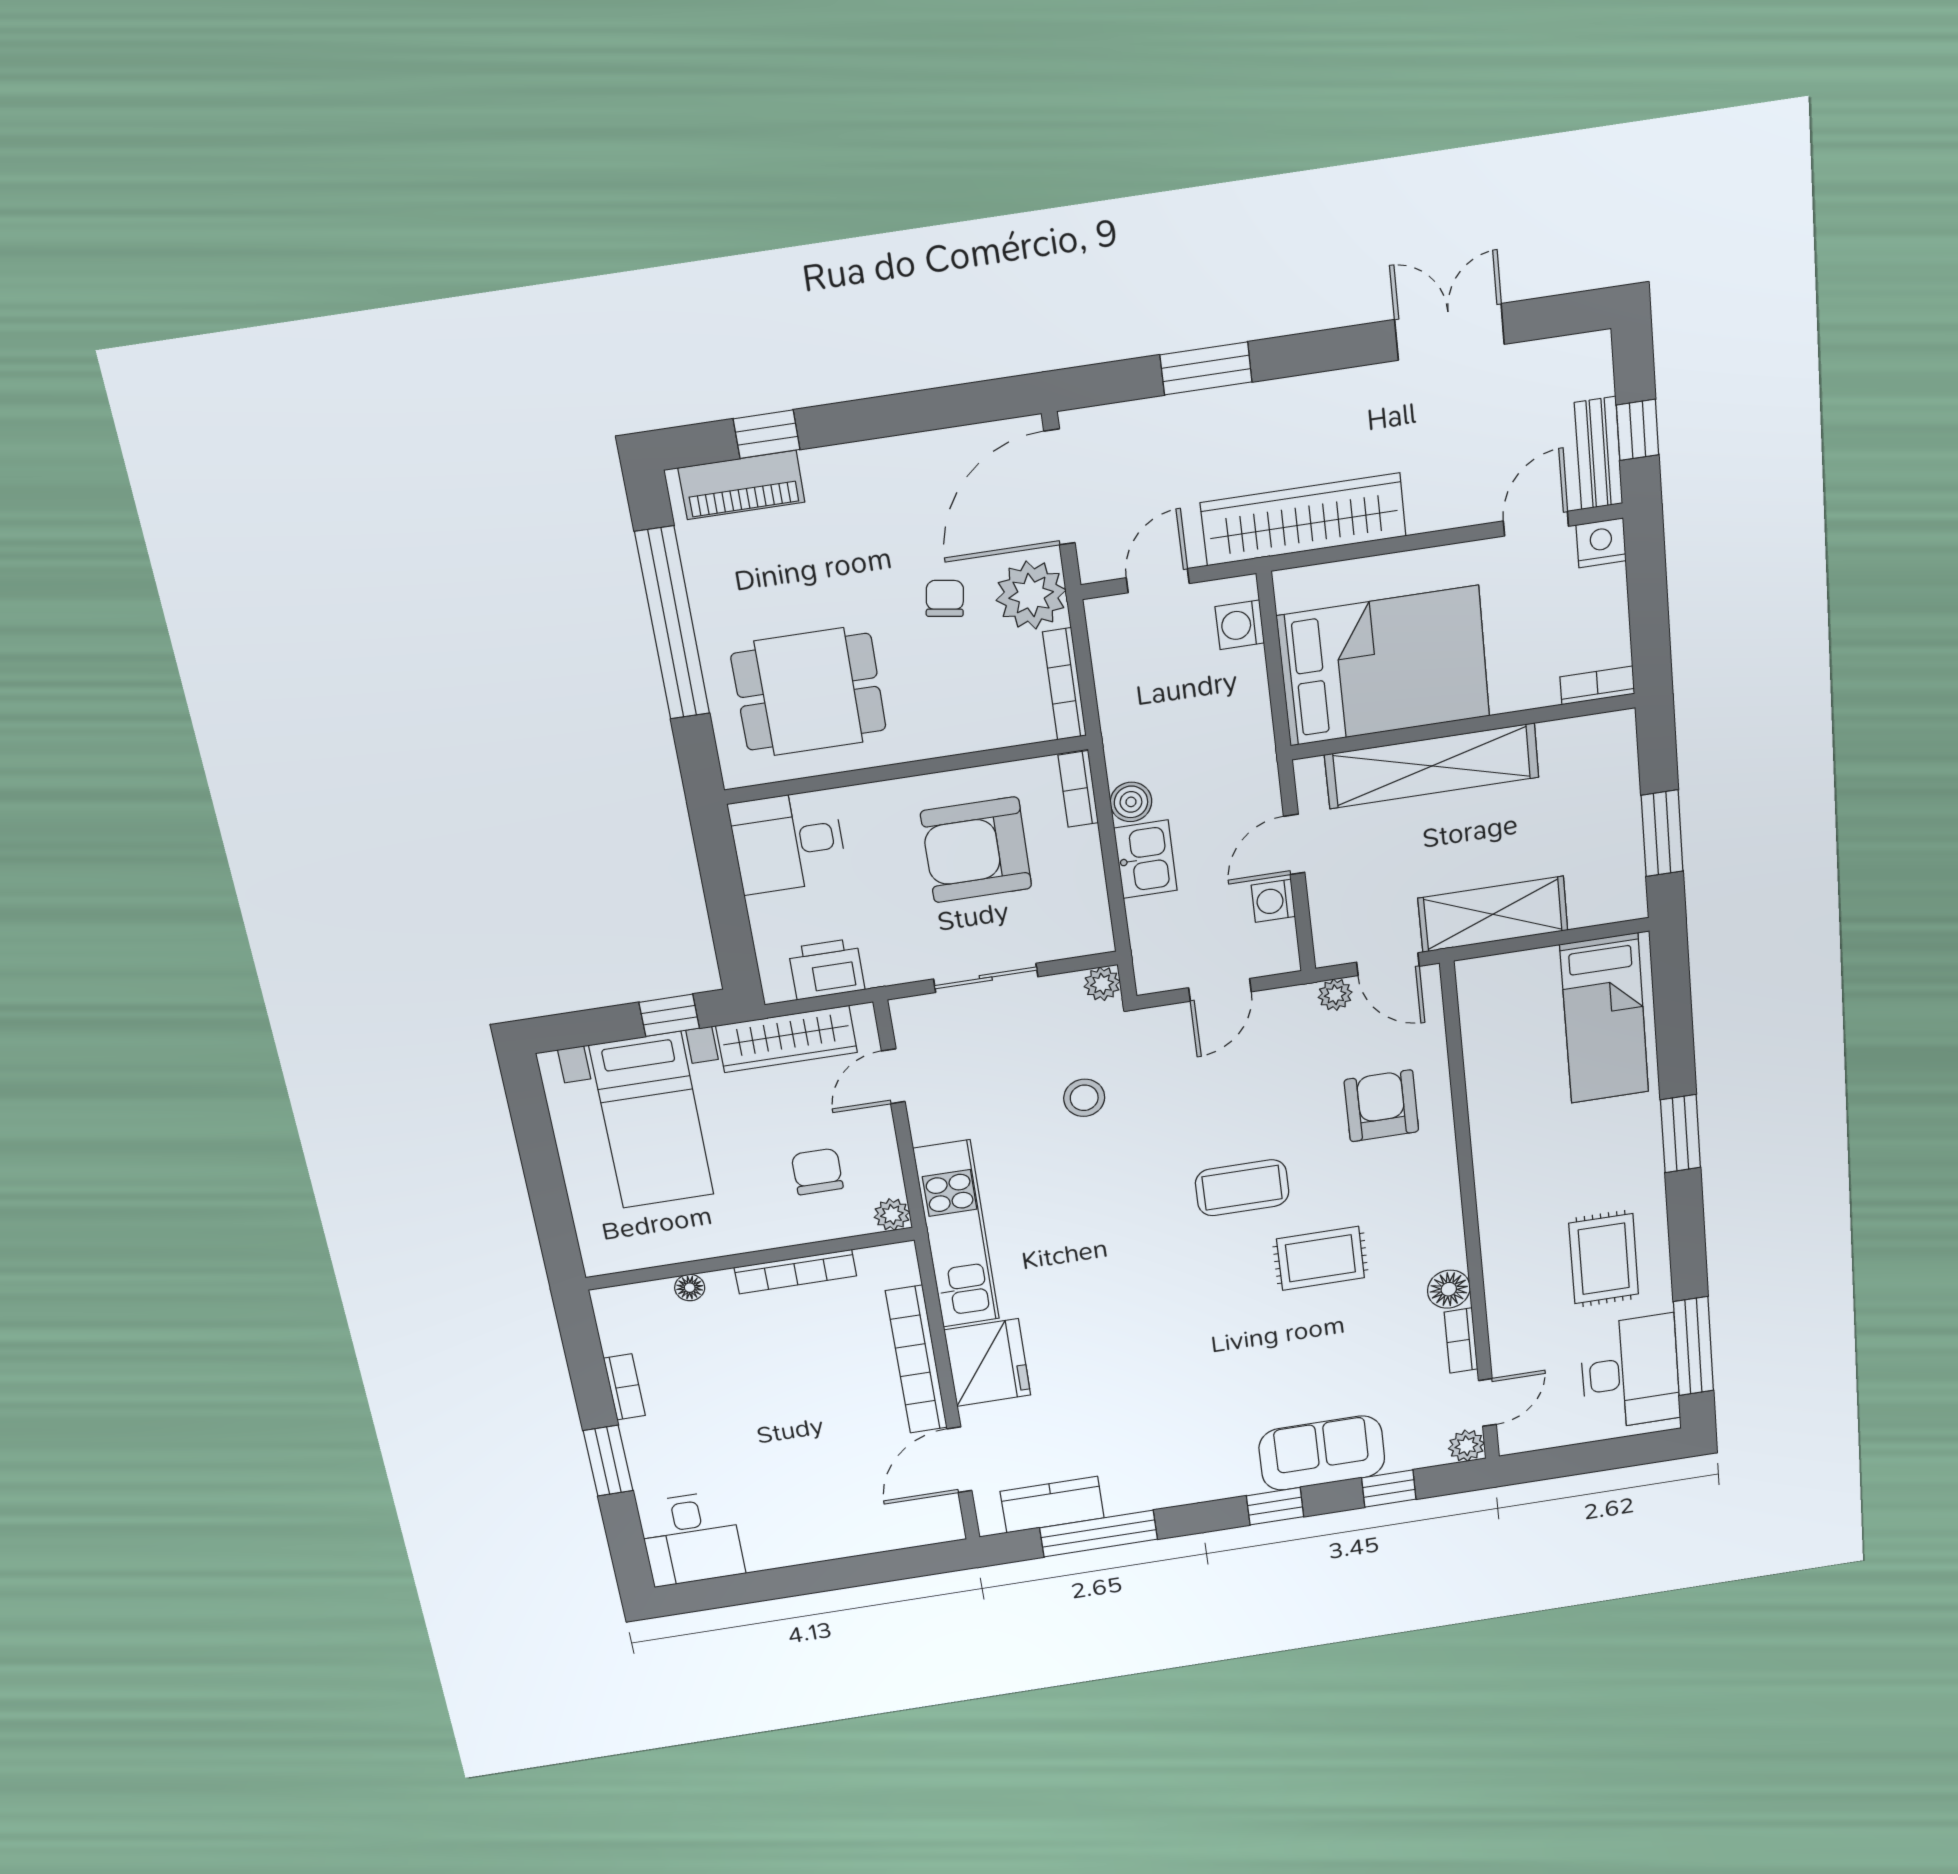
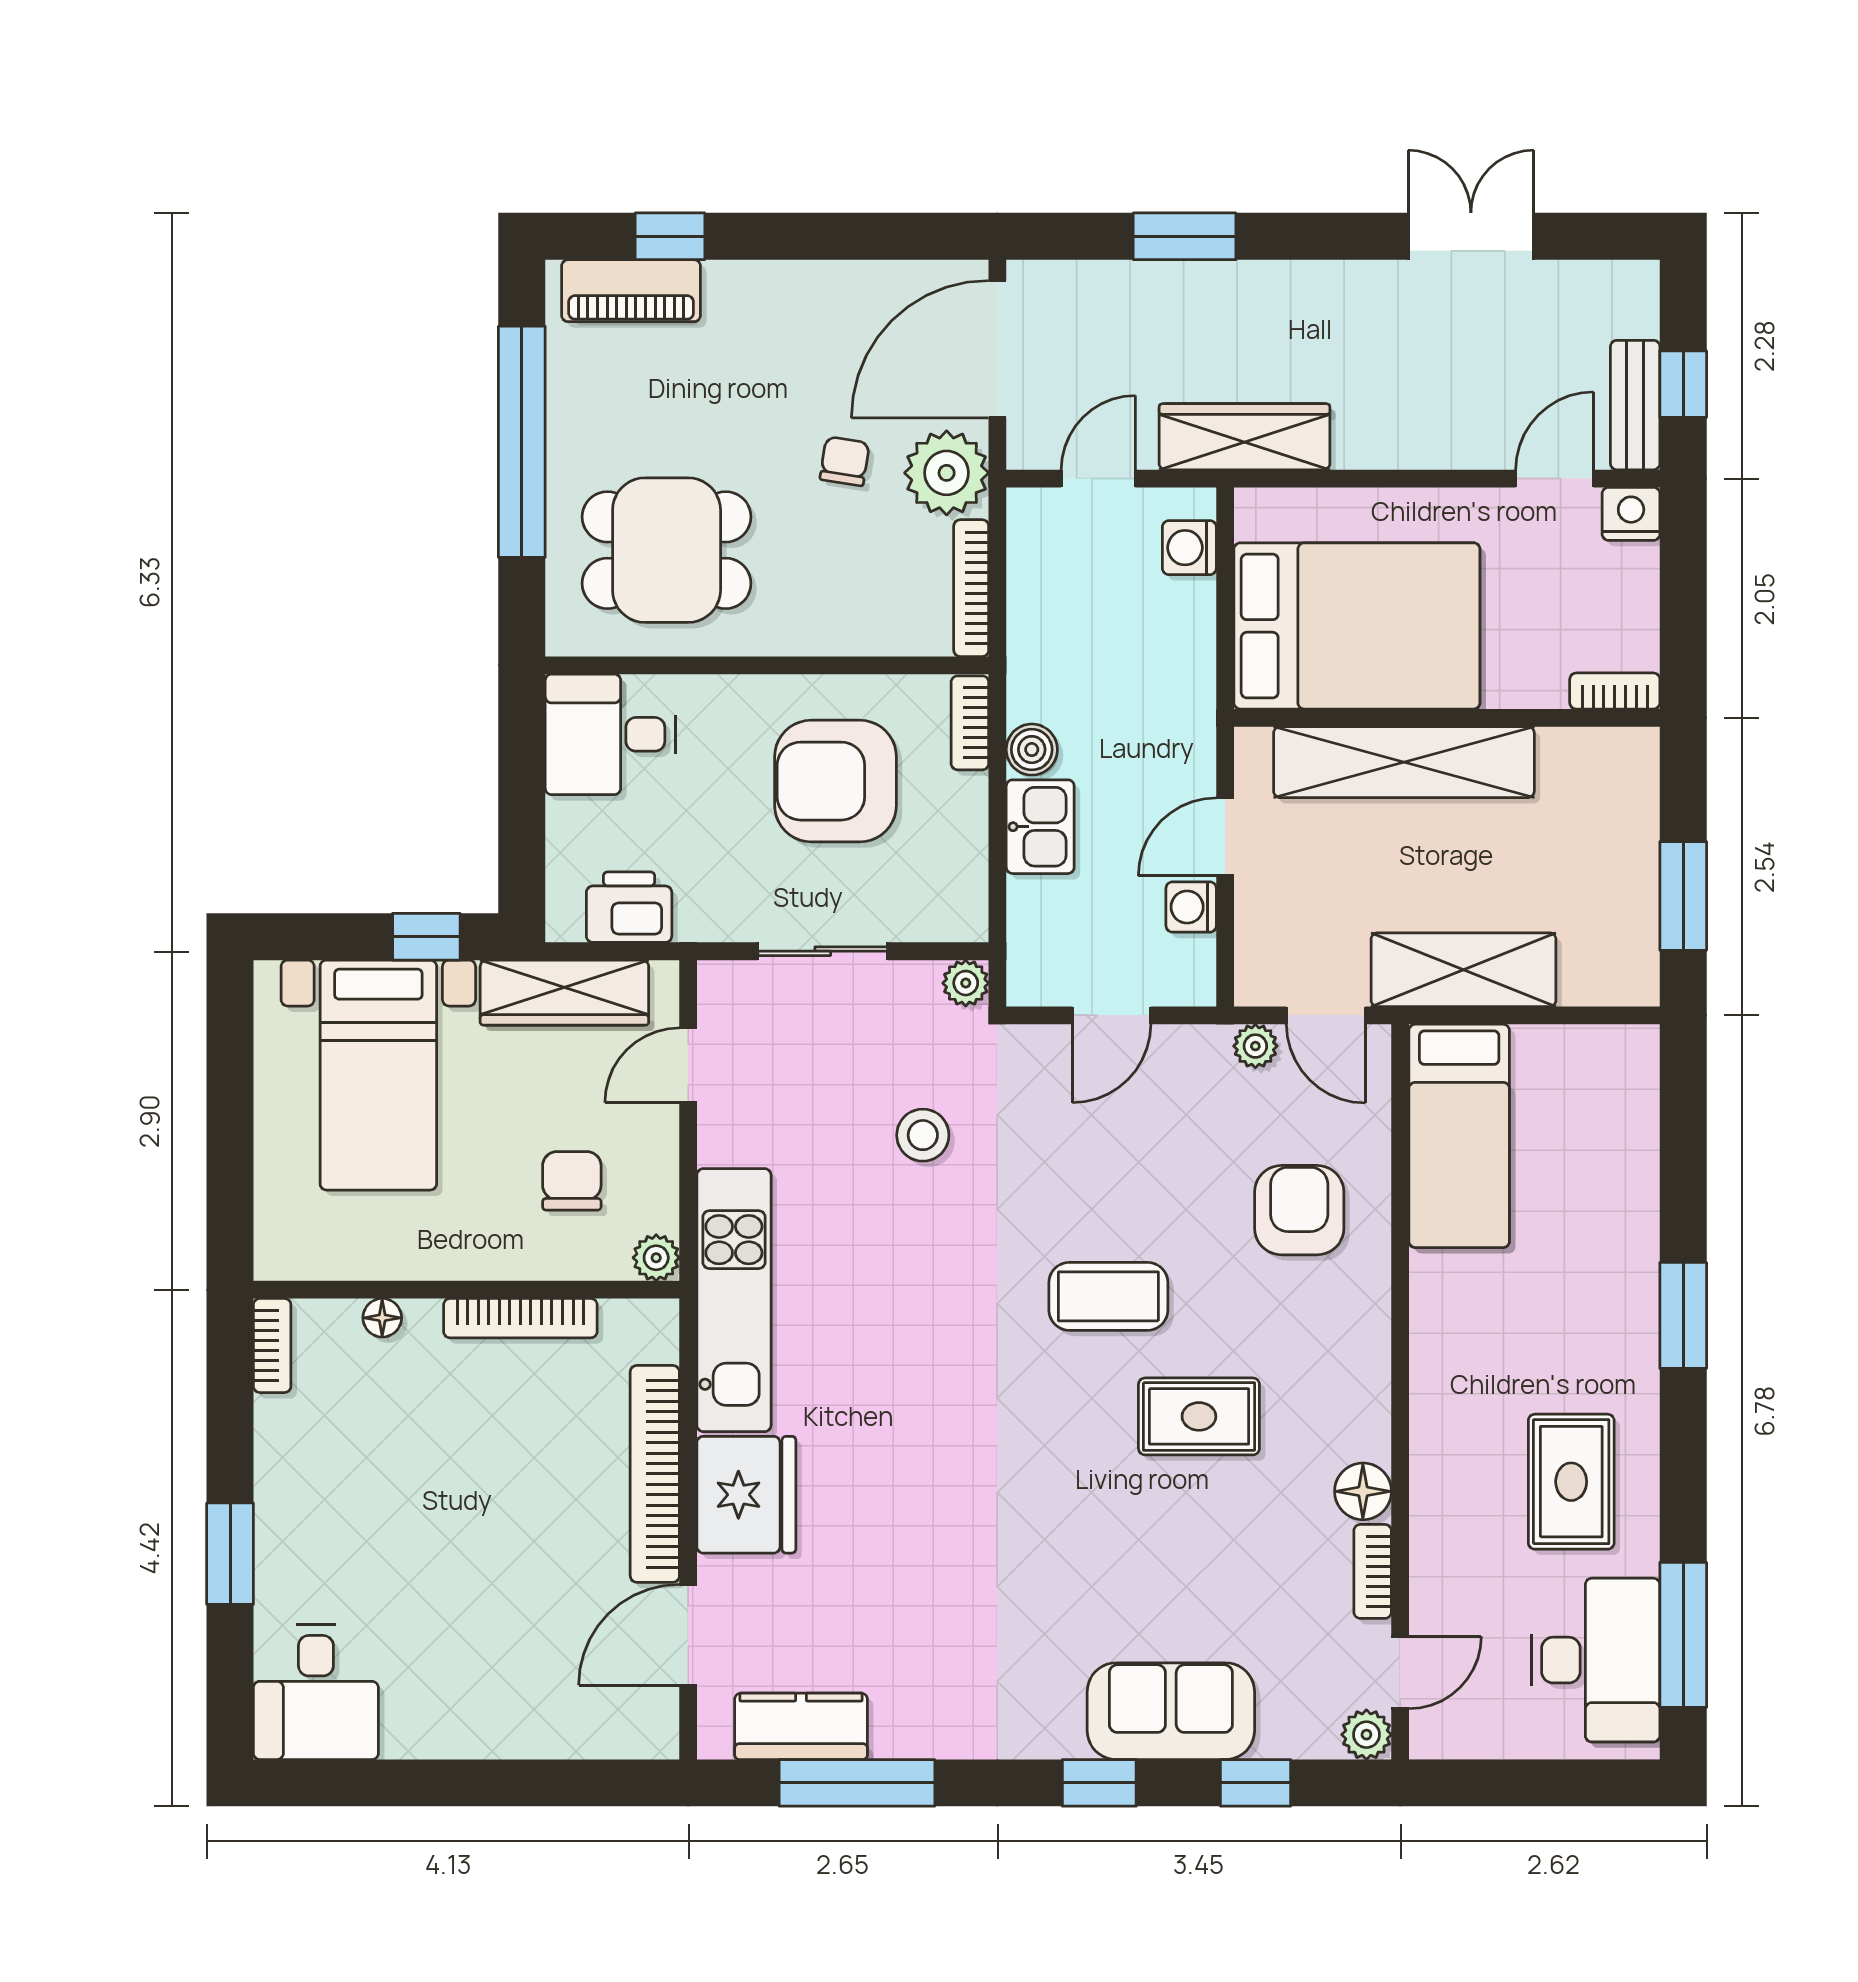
wardrobe: (1303, 519) -> (1244, 437), width x0.71, depth x0.85
bed: (1604, 1019) -> (1459, 1136), moved
bookcase: (624, 1387) -> (272, 1346), moved

